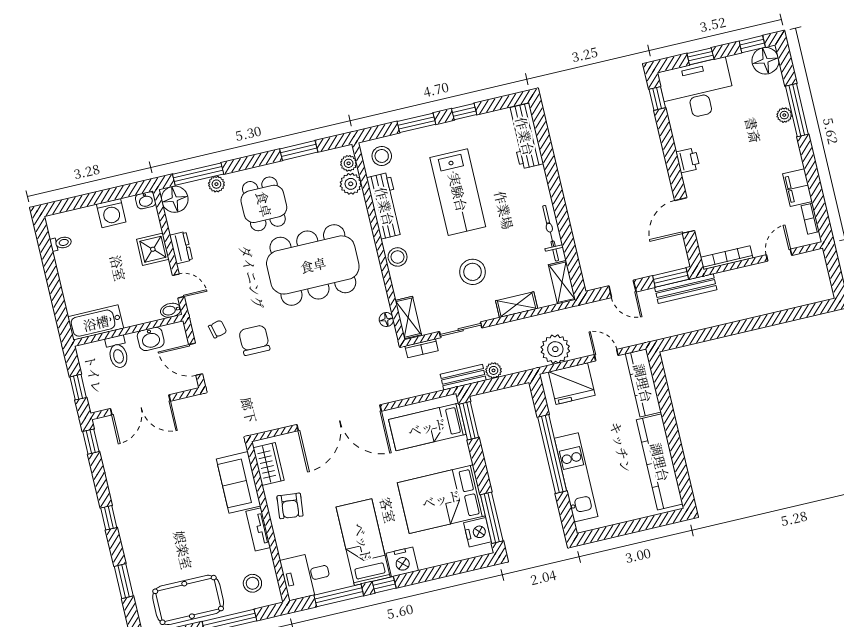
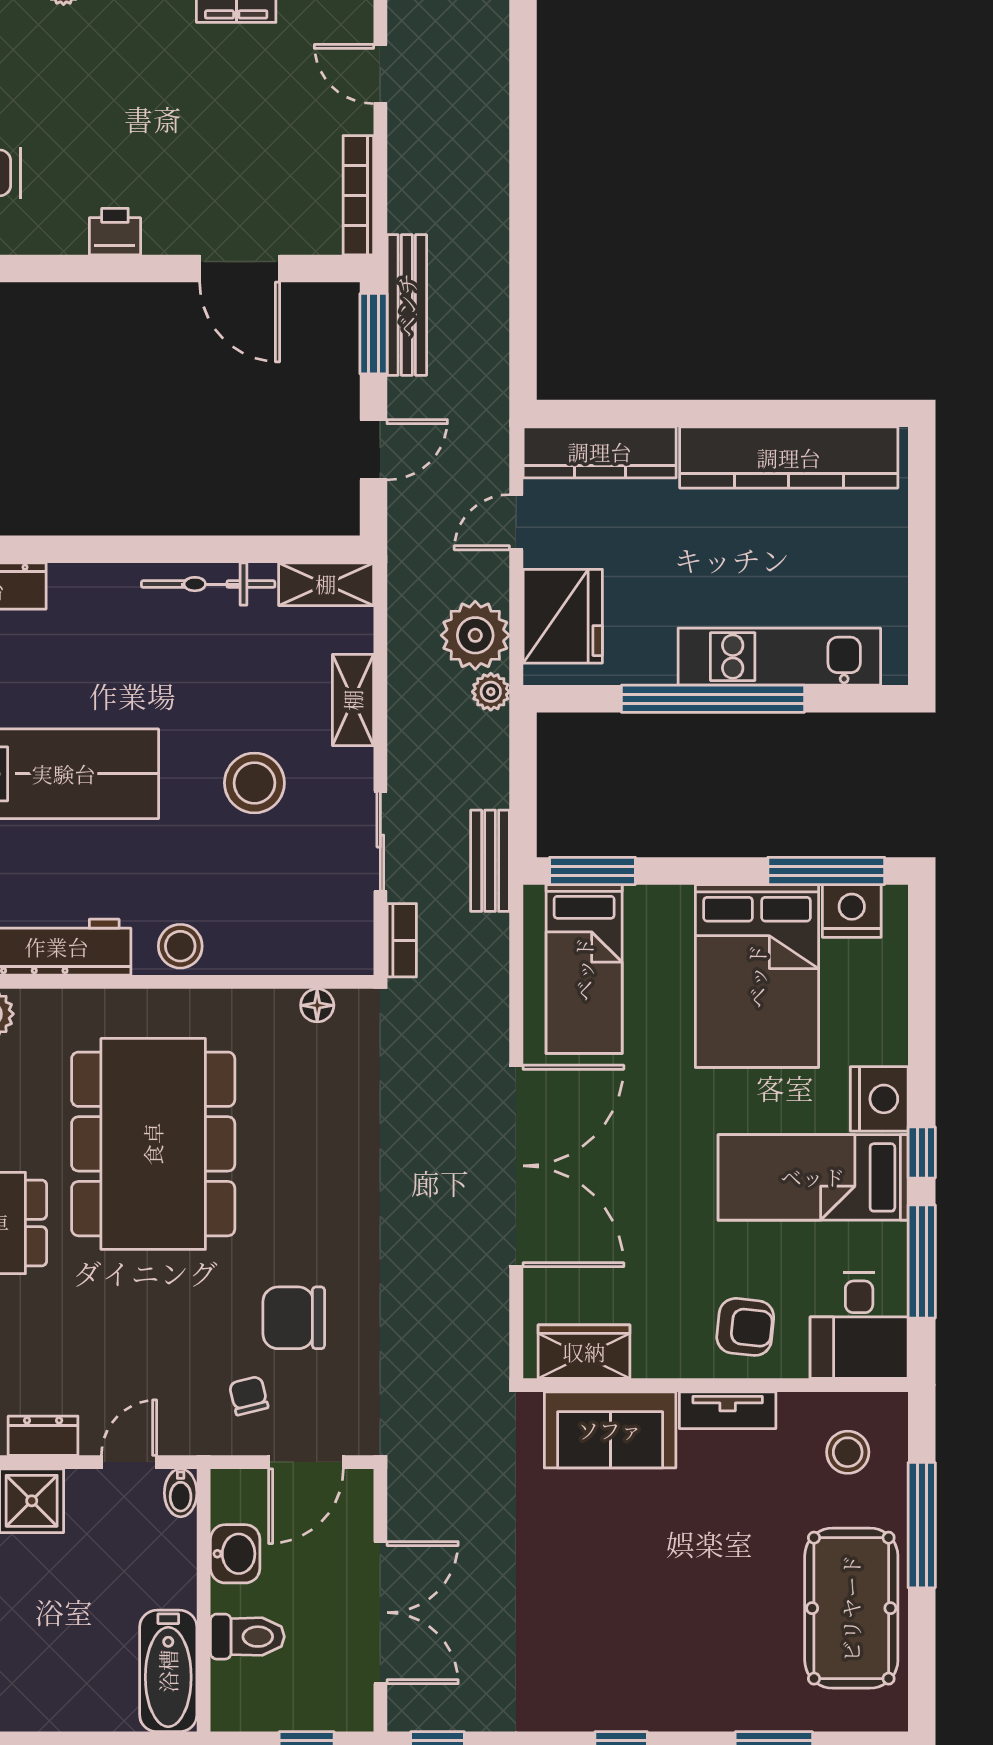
shelving: (408, 318) -> (324, 954), removed
plant: (494, 370) -> (491, 692), moved
armchair: (290, 506) -> (745, 1327), moved

